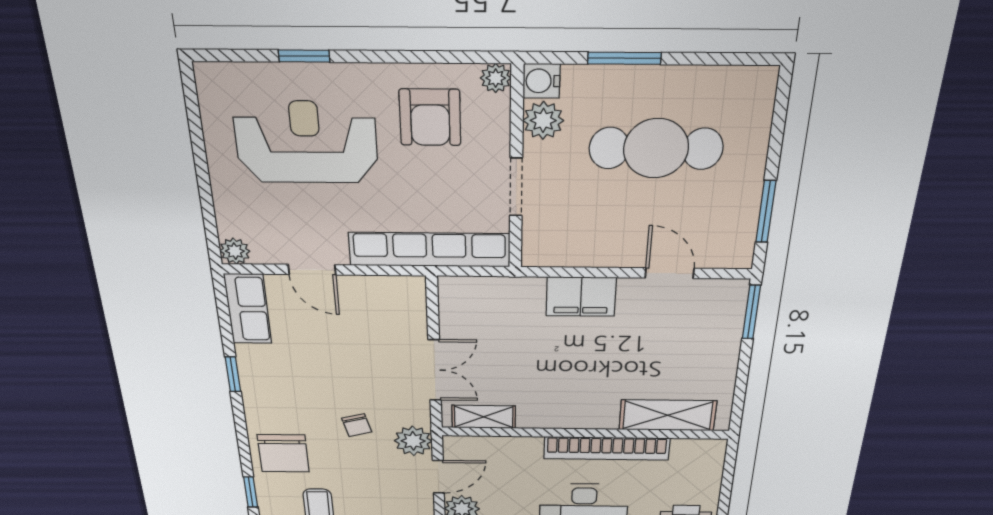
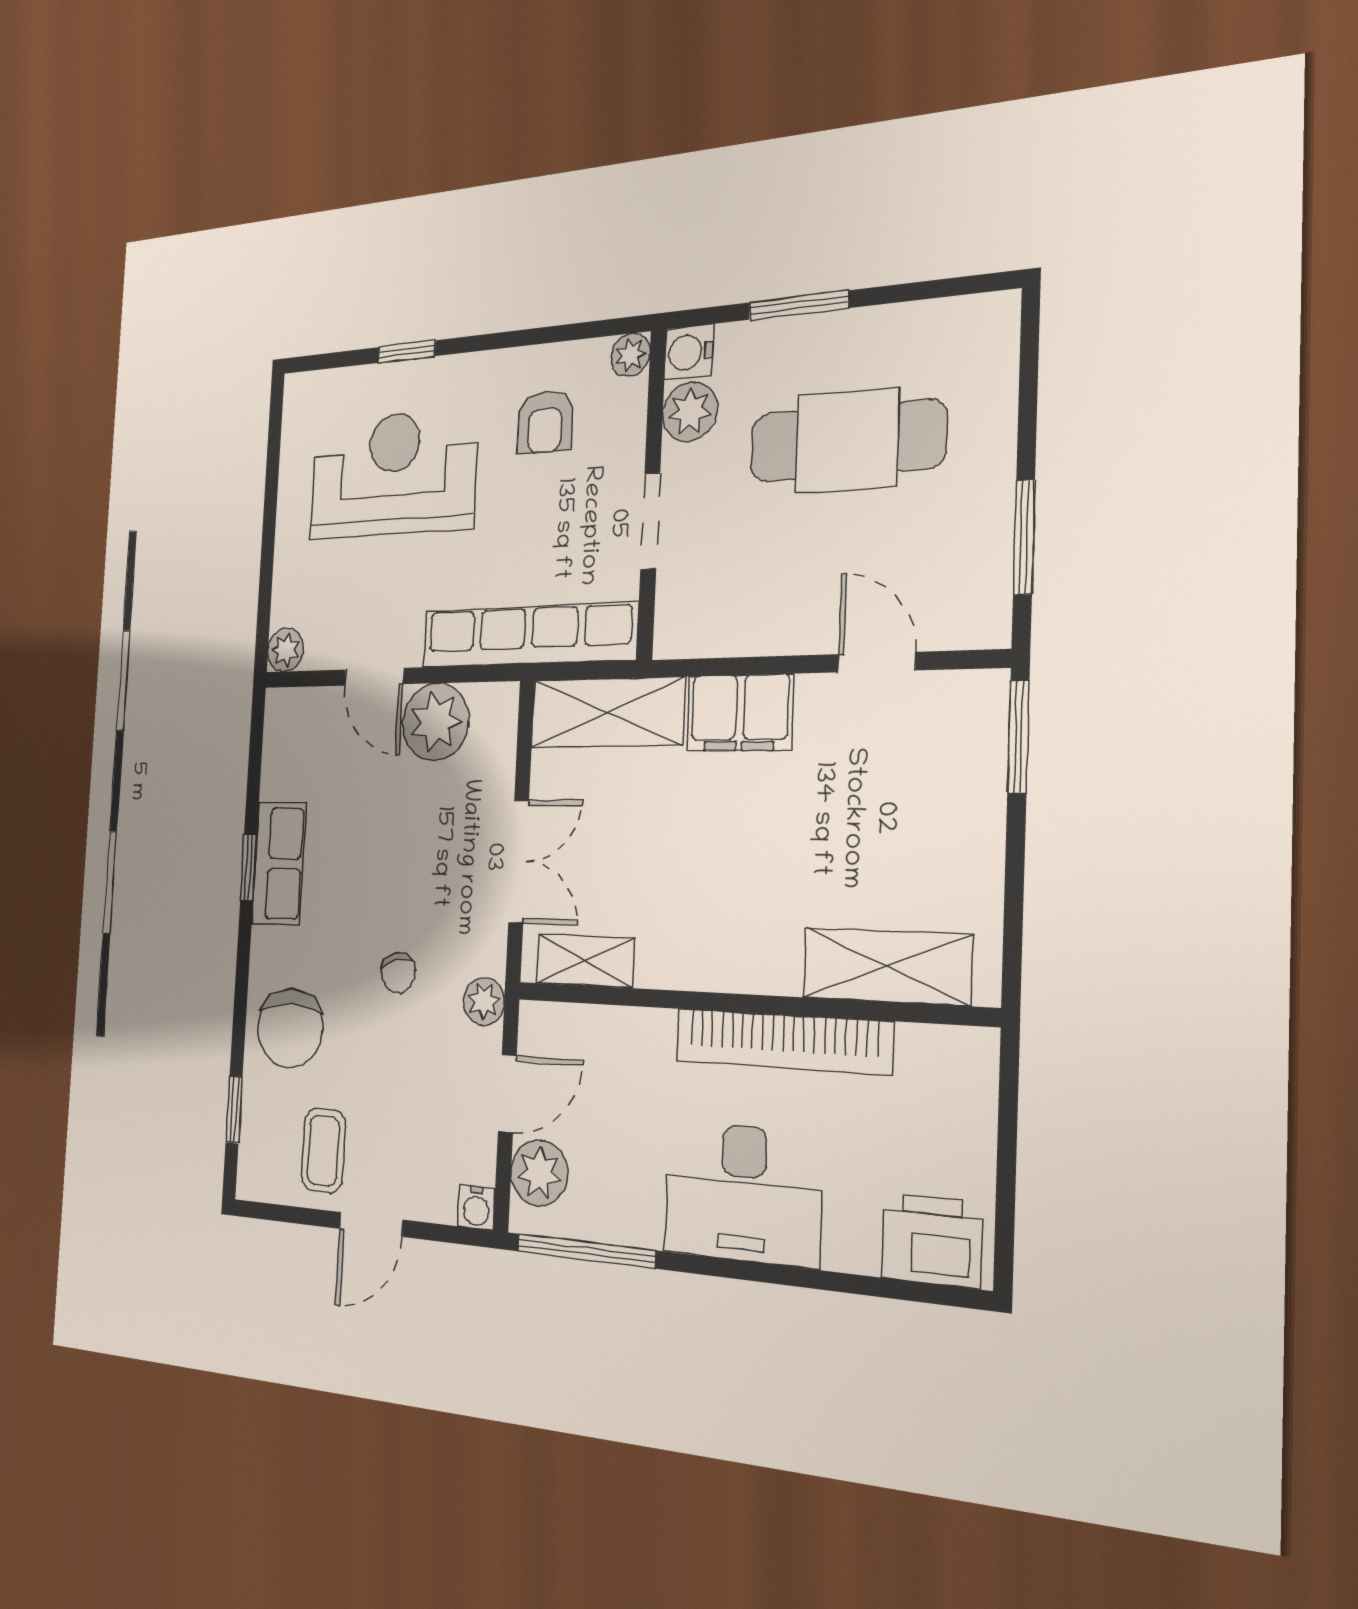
armchair: (430, 117) -> (545, 422), width x0.72, depth x0.72
shelving: (491, 294) -> (607, 712), added
plant: (365, 297) -> (436, 722), added
row of seats: (248, 309) -> (279, 863), moved
plant: (413, 441) -> (484, 1001), width x0.73, depth x0.73

